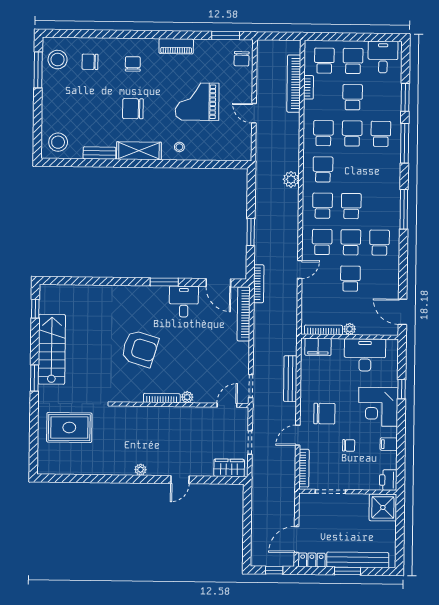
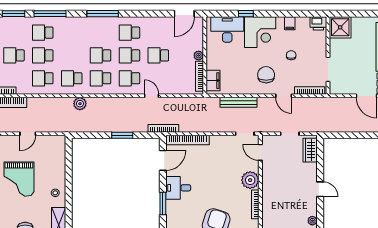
desk: (365, 355) -> (227, 29), moved, turned 90
plant: (187, 397) -> (250, 180), width x1.88, depth x1.88

